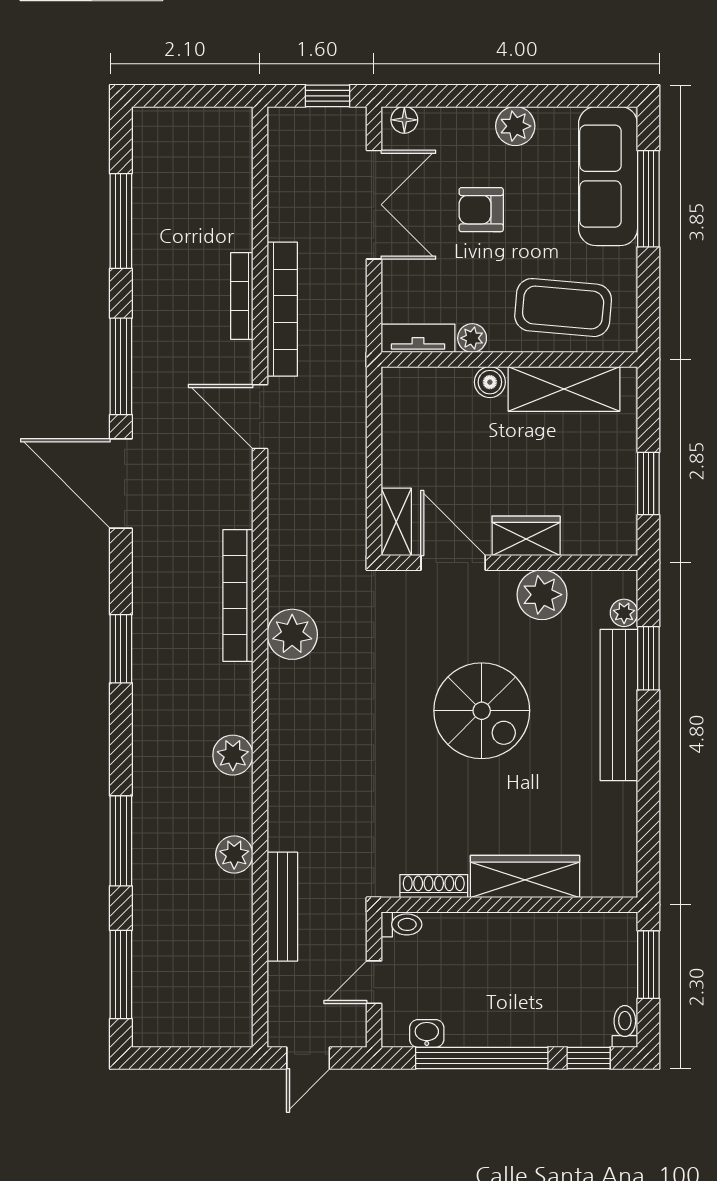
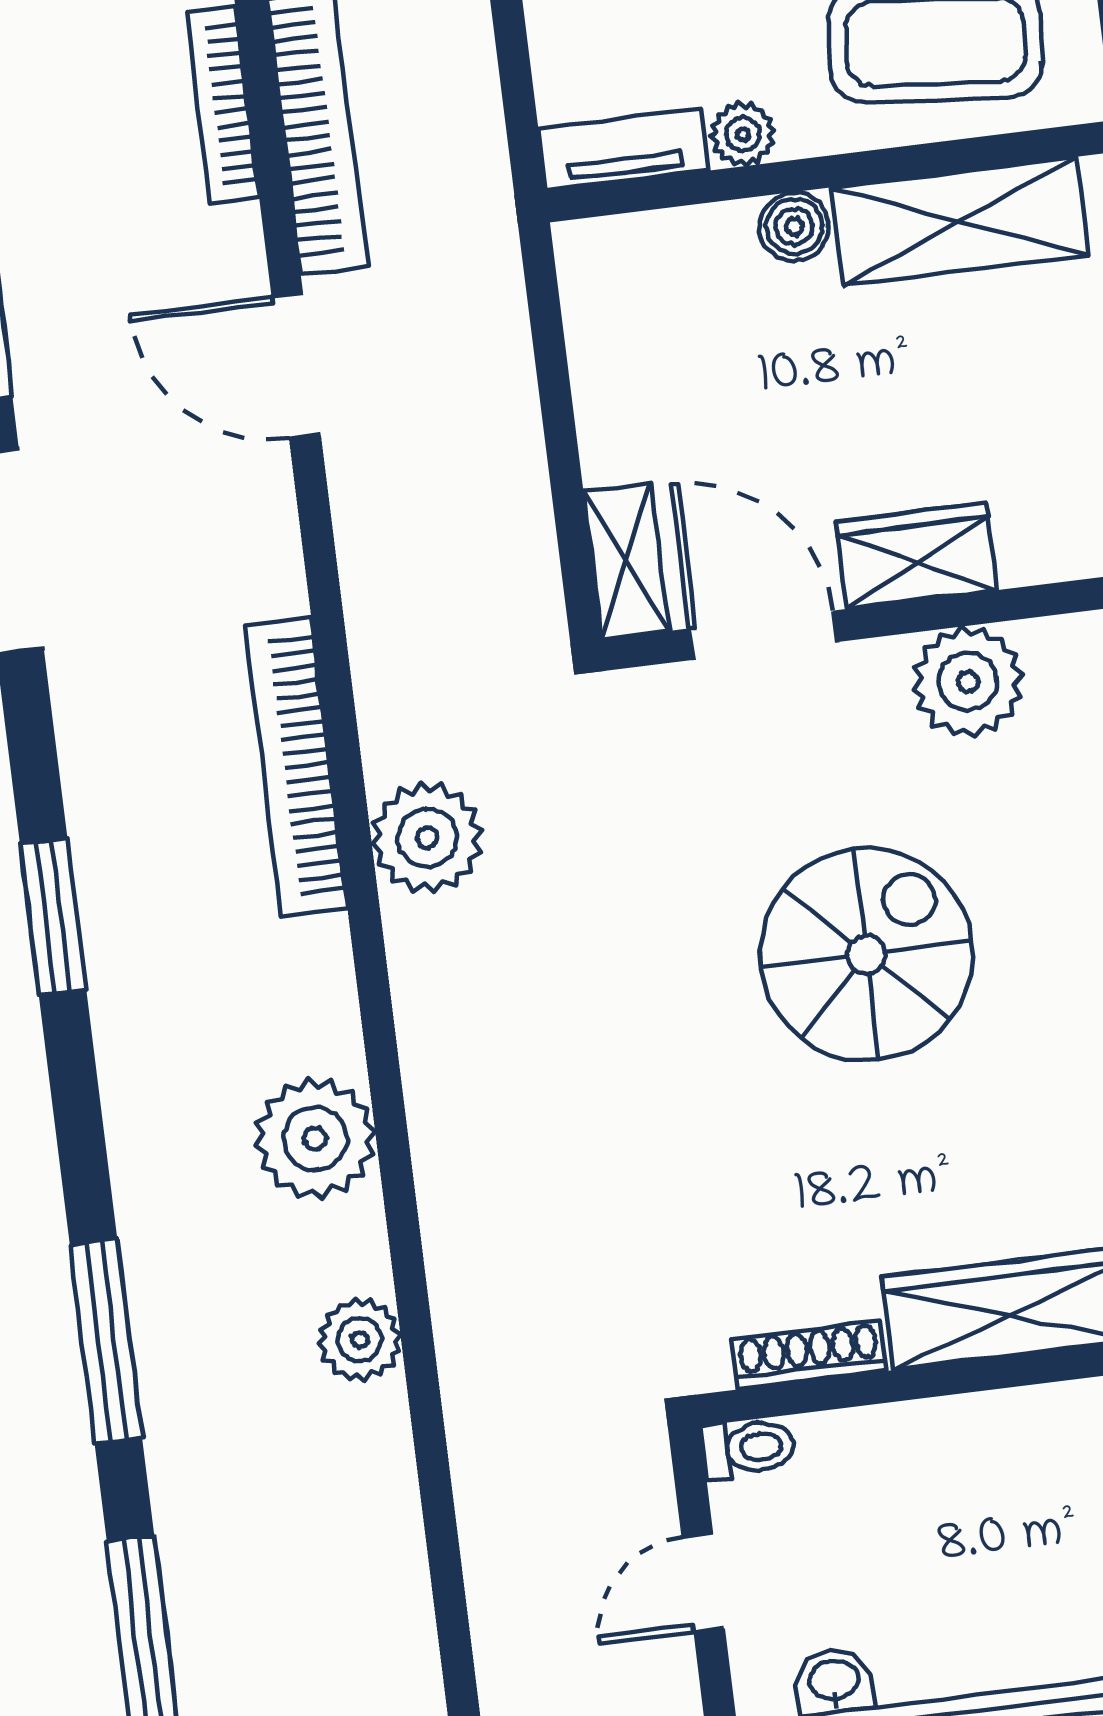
spiral stairs: (482, 711) -> (867, 954), turned -90
plant: (233, 755) -> (315, 1139), width x1.36, depth x1.36
bench: (282, 907) -> (480, 1442), removed

